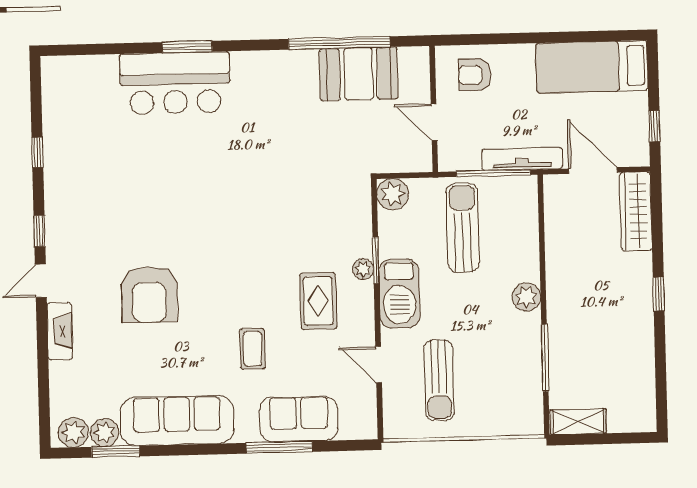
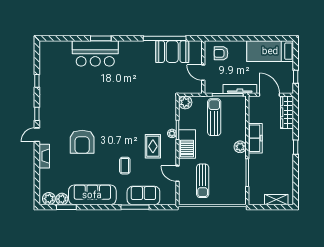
freezer: (562, 275) -> (255, 138), added
shelving: (578, 422) -> (276, 200), moved

